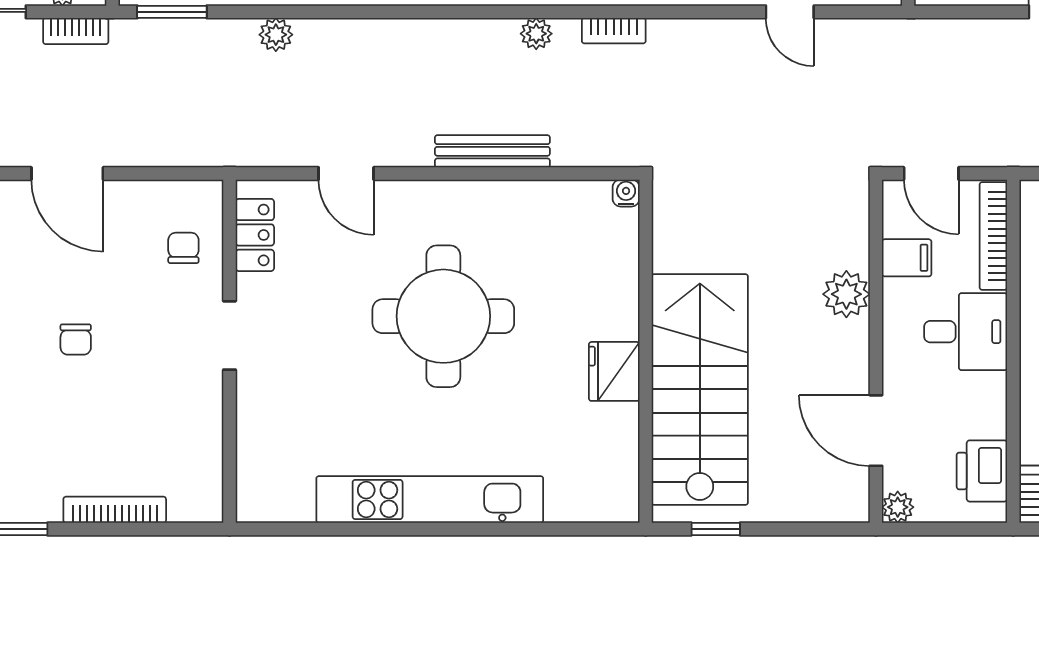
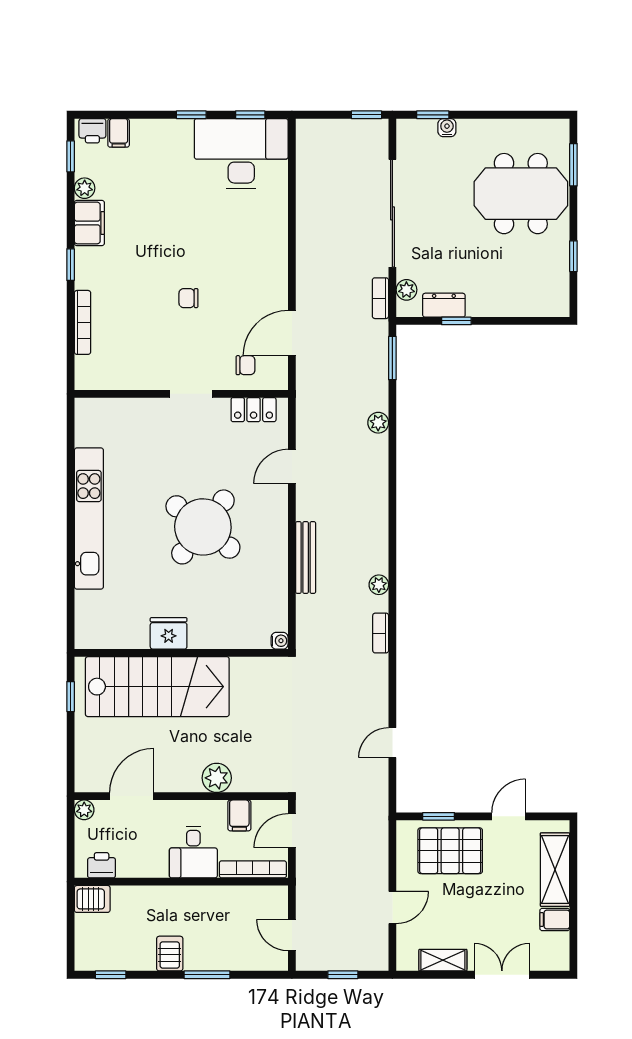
door: (67, 173) -> (292, 333), moved
round table: (443, 316) -> (203, 527), turned 38
printer: (982, 471) -> (102, 865), width x0.73, depth x0.81

